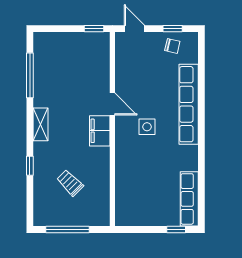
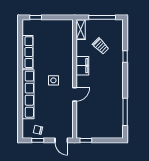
door: (112, 104) -> (75, 94), swing flipped
shelving: (41, 124) -> (81, 30), moved
filing cabinet: (100, 131) -> (82, 66), moved
row of seats: (189, 199) -> (28, 52), moved

